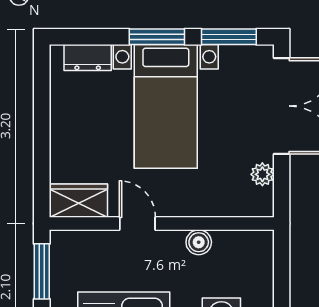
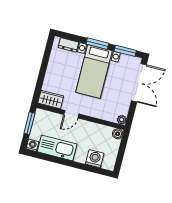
plant: (262, 174) -> (122, 120), moved
door: (137, 224) -> (71, 114), swing flipped
boiler: (199, 242) -> (118, 134), moved

